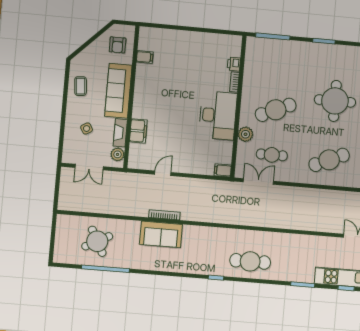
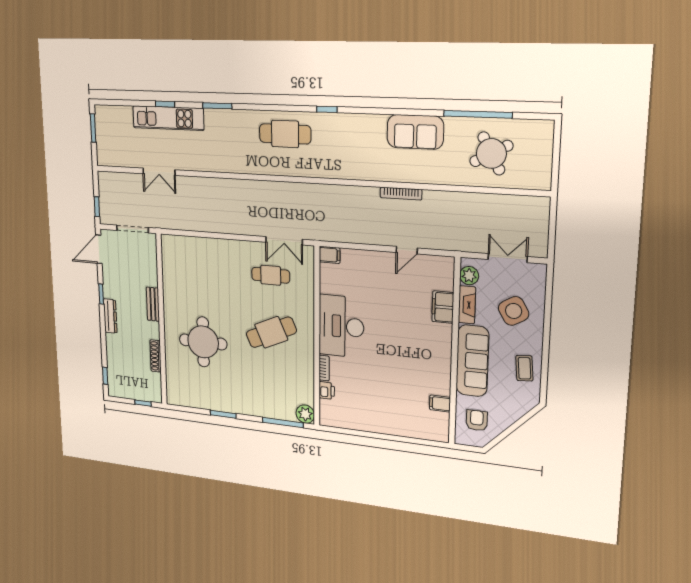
side table: (87, 129) -> (514, 311), width x1.87, depth x1.87
plant: (246, 134) -> (305, 414), moved
cafe table: (329, 160) -> (202, 269), removed
sofa: (161, 234) -> (415, 132), moved, turned 180

